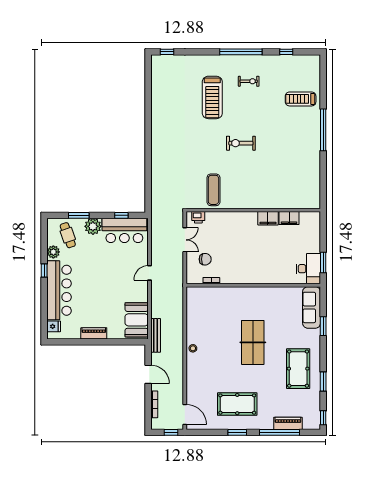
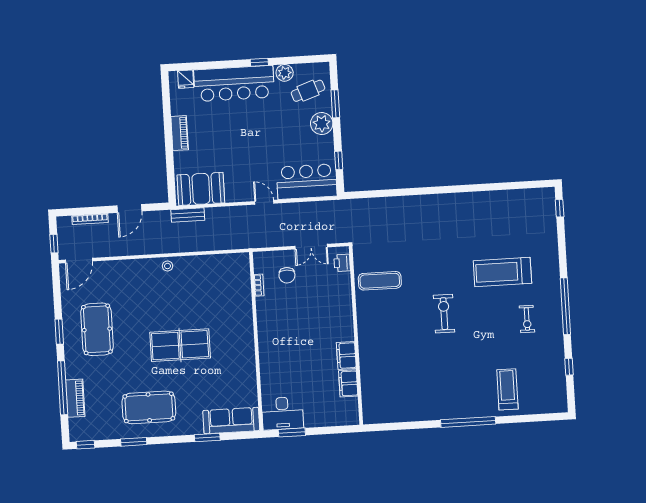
bar counter: (124, 230) -> (307, 182), moved, turned 90
bench: (156, 335) -> (188, 215), width x0.73

